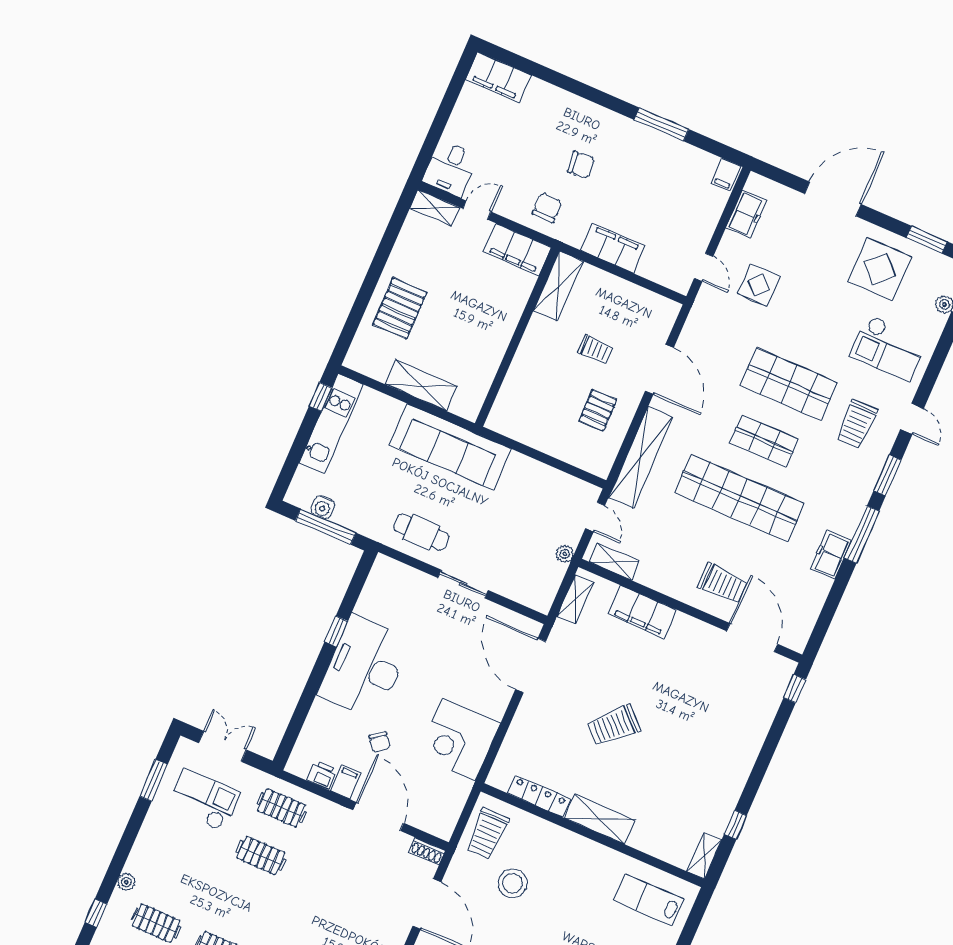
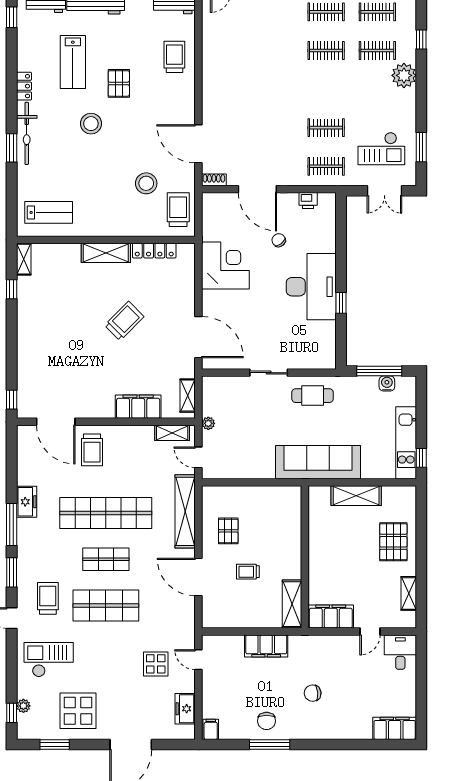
shelving: (435, 208) -> (409, 593), moved, turned 90
chair: (547, 208) -> (266, 721), moved
trolley: (722, 583) -> (92, 450), turned -90
filing cabinet: (346, 782) -> (290, 203), removed
plant: (126, 882) -> (404, 75), width x1.87, depth x1.87

